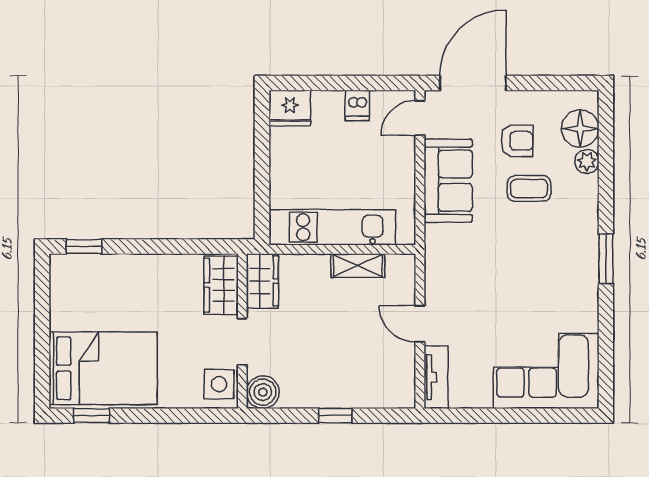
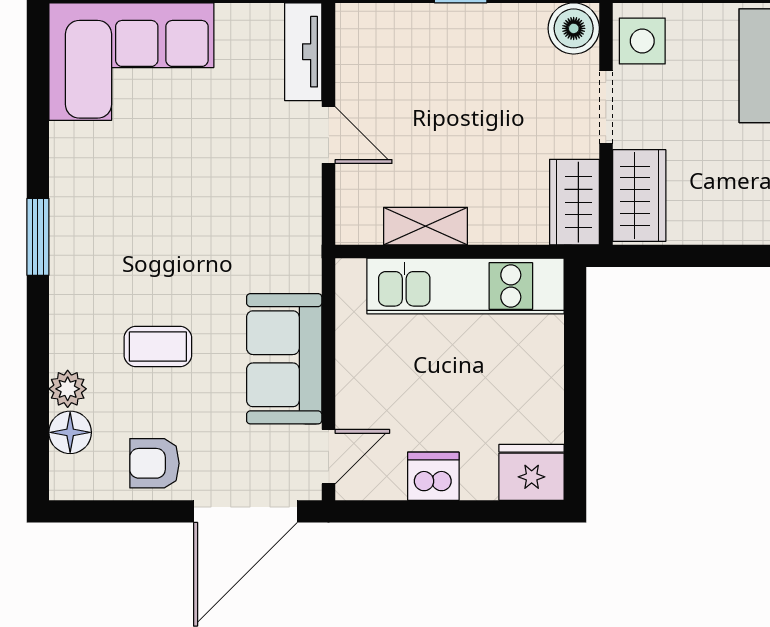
dishwasher: (357, 105) -> (433, 476), width x1.38
floor lamp: (580, 128) -> (70, 432), width x0.73, depth x0.73
armchair: (517, 141) -> (154, 463), moved

